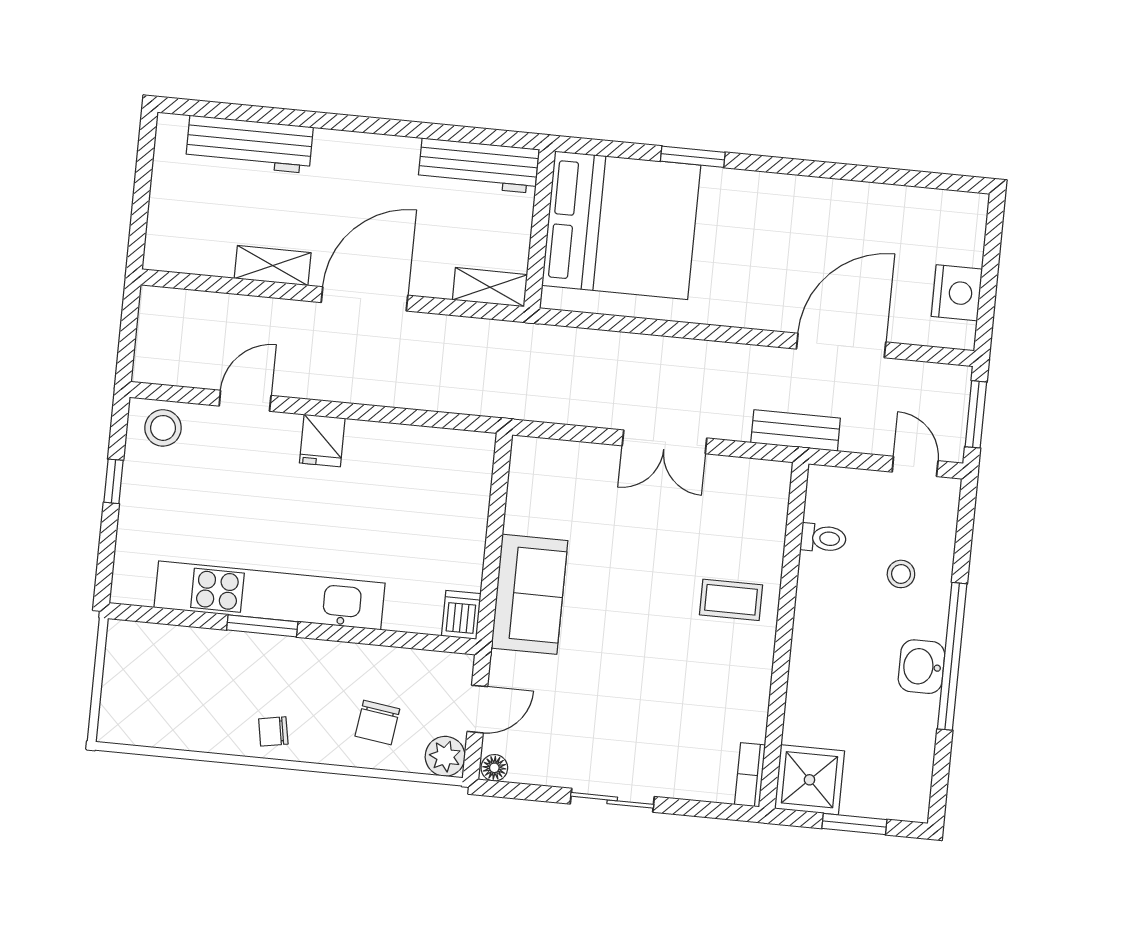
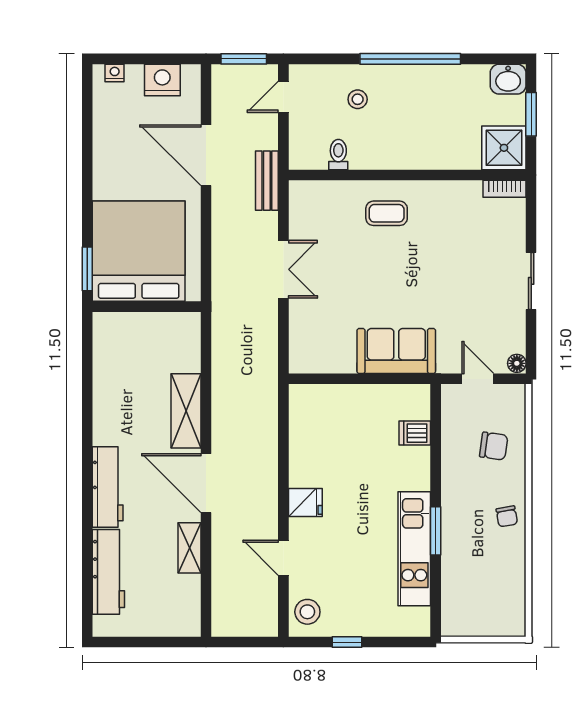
workbench: (479, 166) -> (108, 487), moved
nightstand: (974, 224) -> (115, 73), added
bed: (621, 225) -> (139, 251), moved
wall: (540, 229) -> (147, 307), moved
shelving: (490, 287) -> (186, 411), width x1.50, depth x1.33
kitchen unit: (270, 595) -> (414, 549), width x0.73
coffee table: (731, 600) -> (387, 213), turned 90
dishwasher: (461, 615) -> (415, 433), moved
washbasin: (921, 667) -> (508, 79), moved
plant: (445, 756) -> (512, 398), removed

